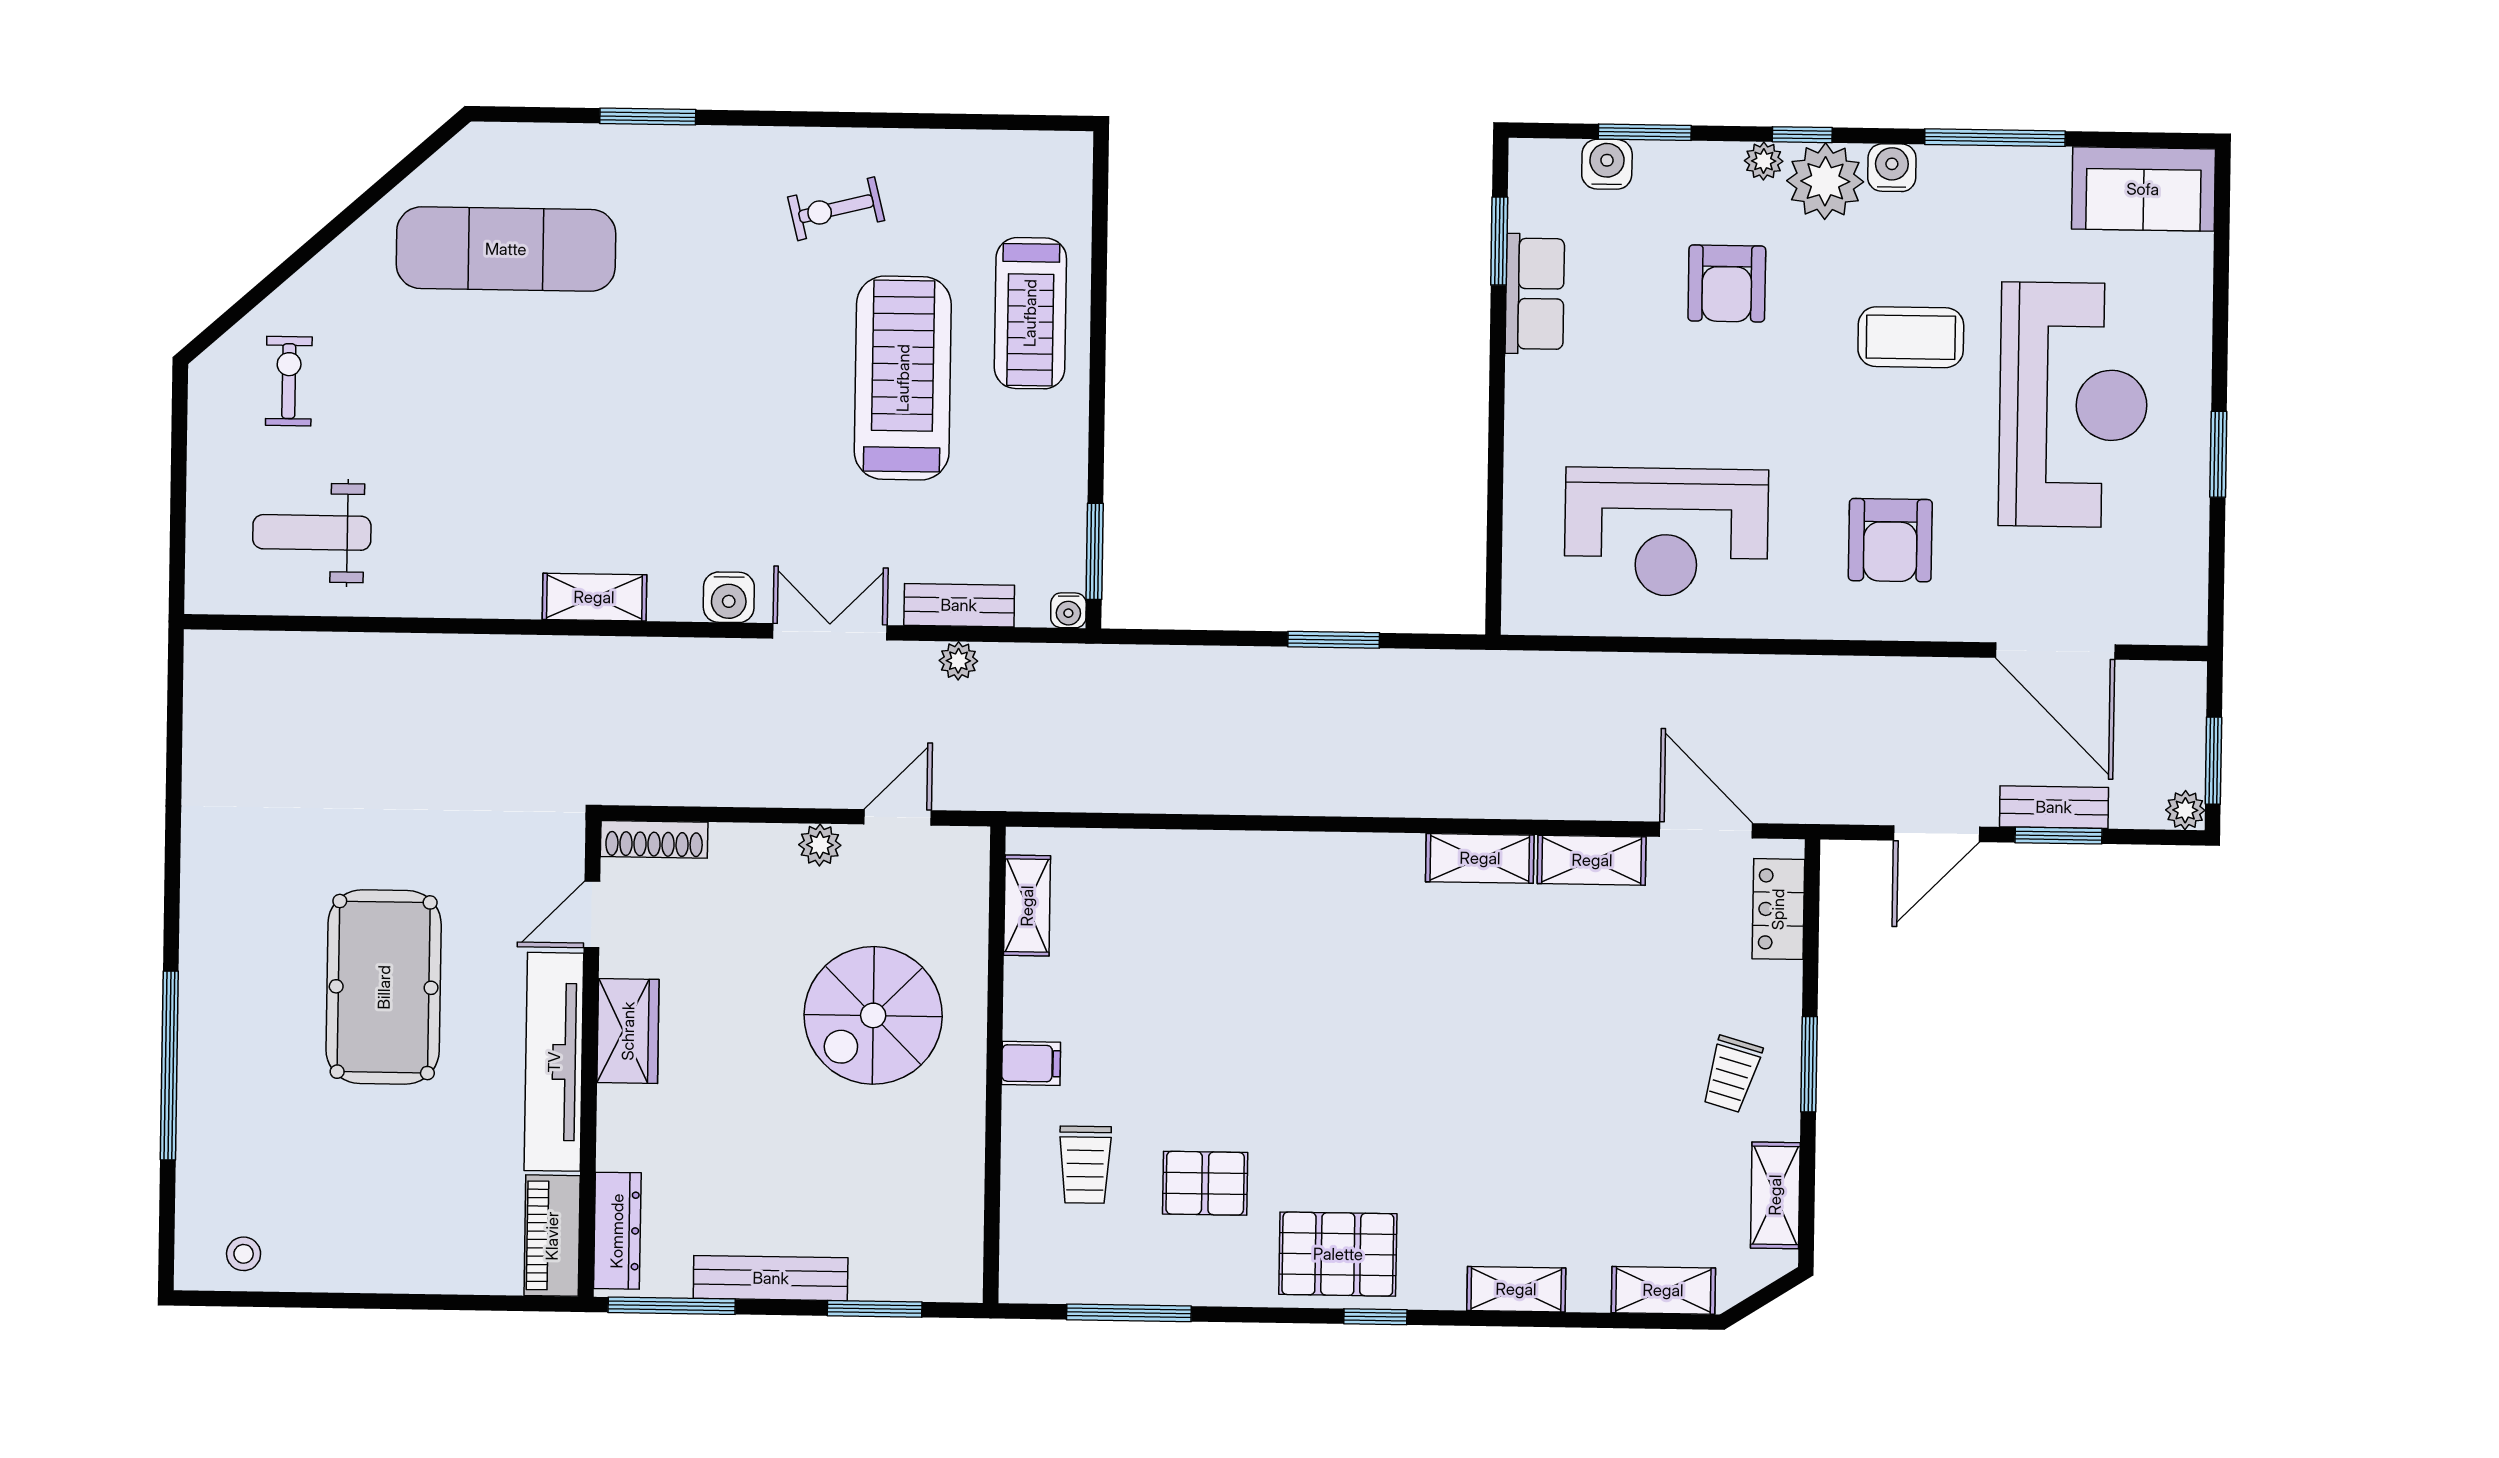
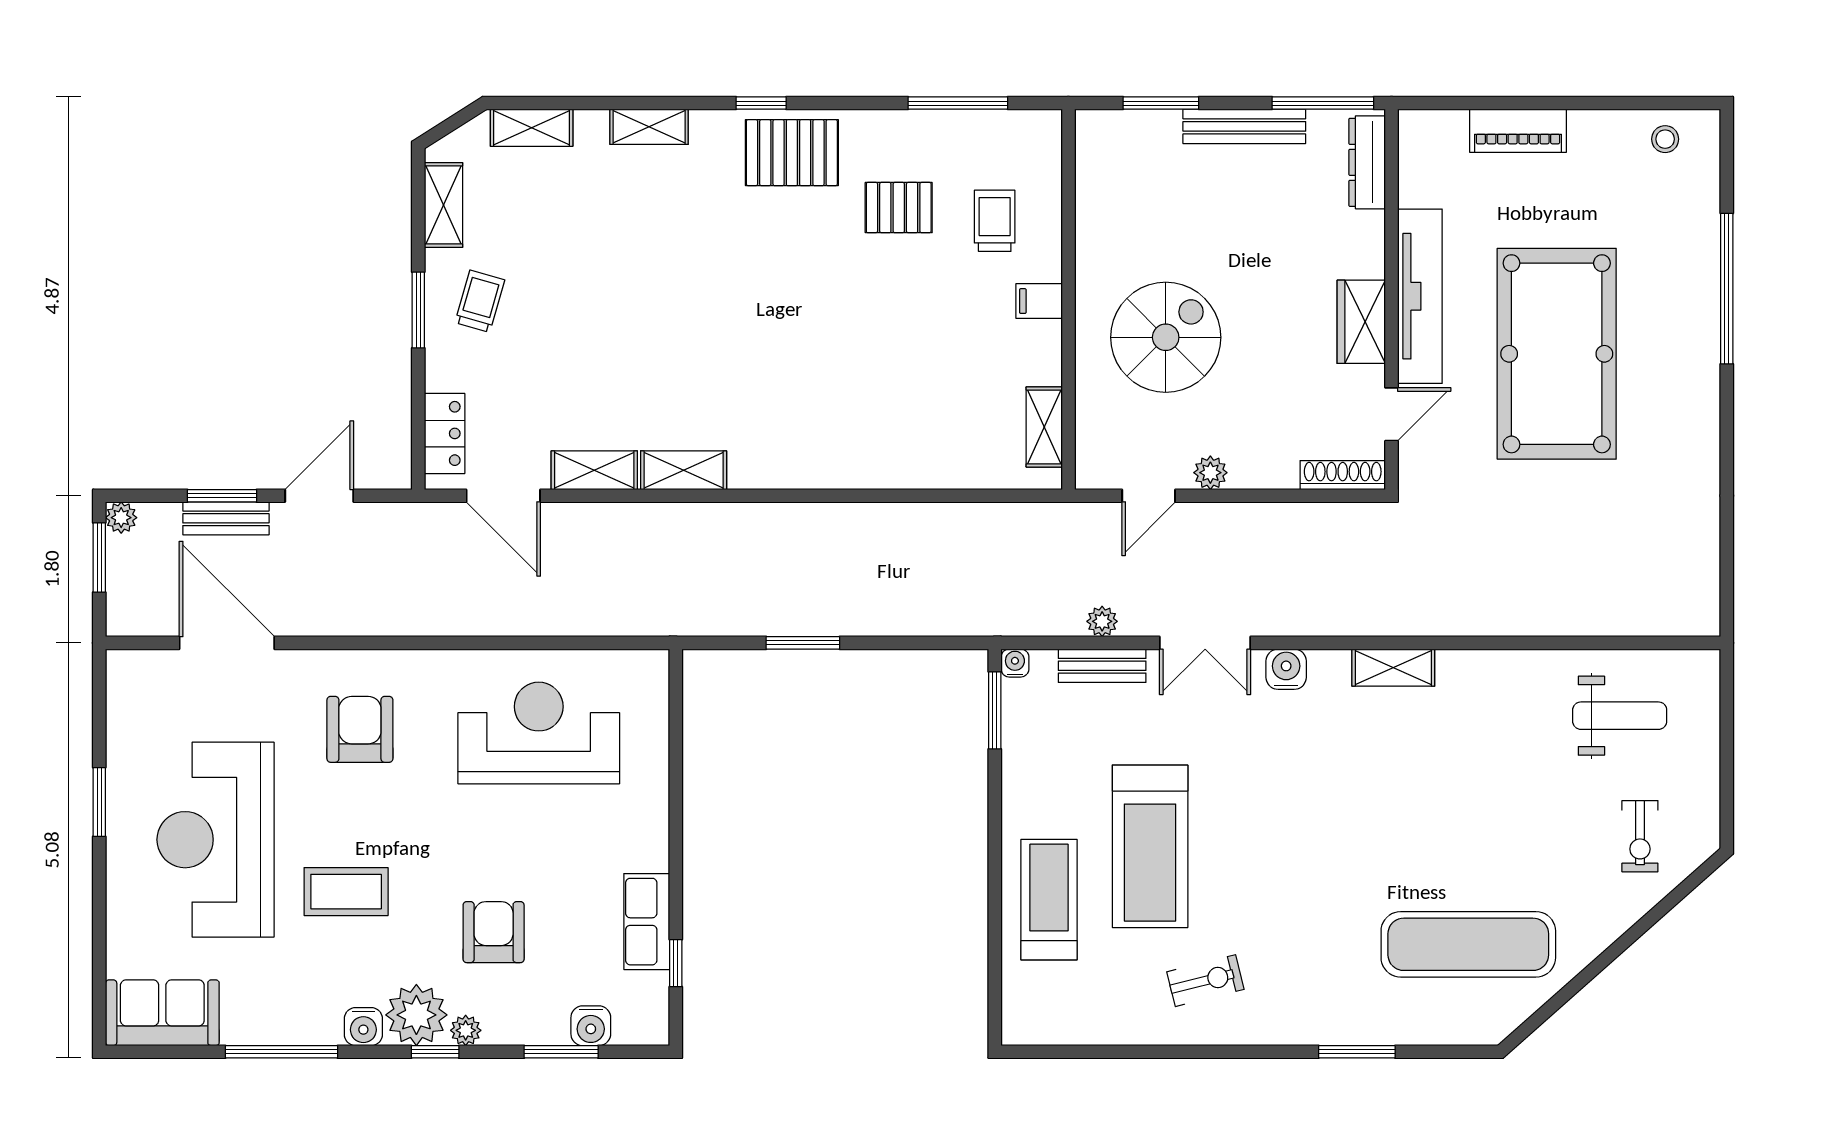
window: (1499, 241) -> (676, 963), width x0.67
pool table: (384, 987) -> (1557, 354), width x1.36, depth x1.32
piano: (552, 1236) -> (1518, 131), moved, turned 90

